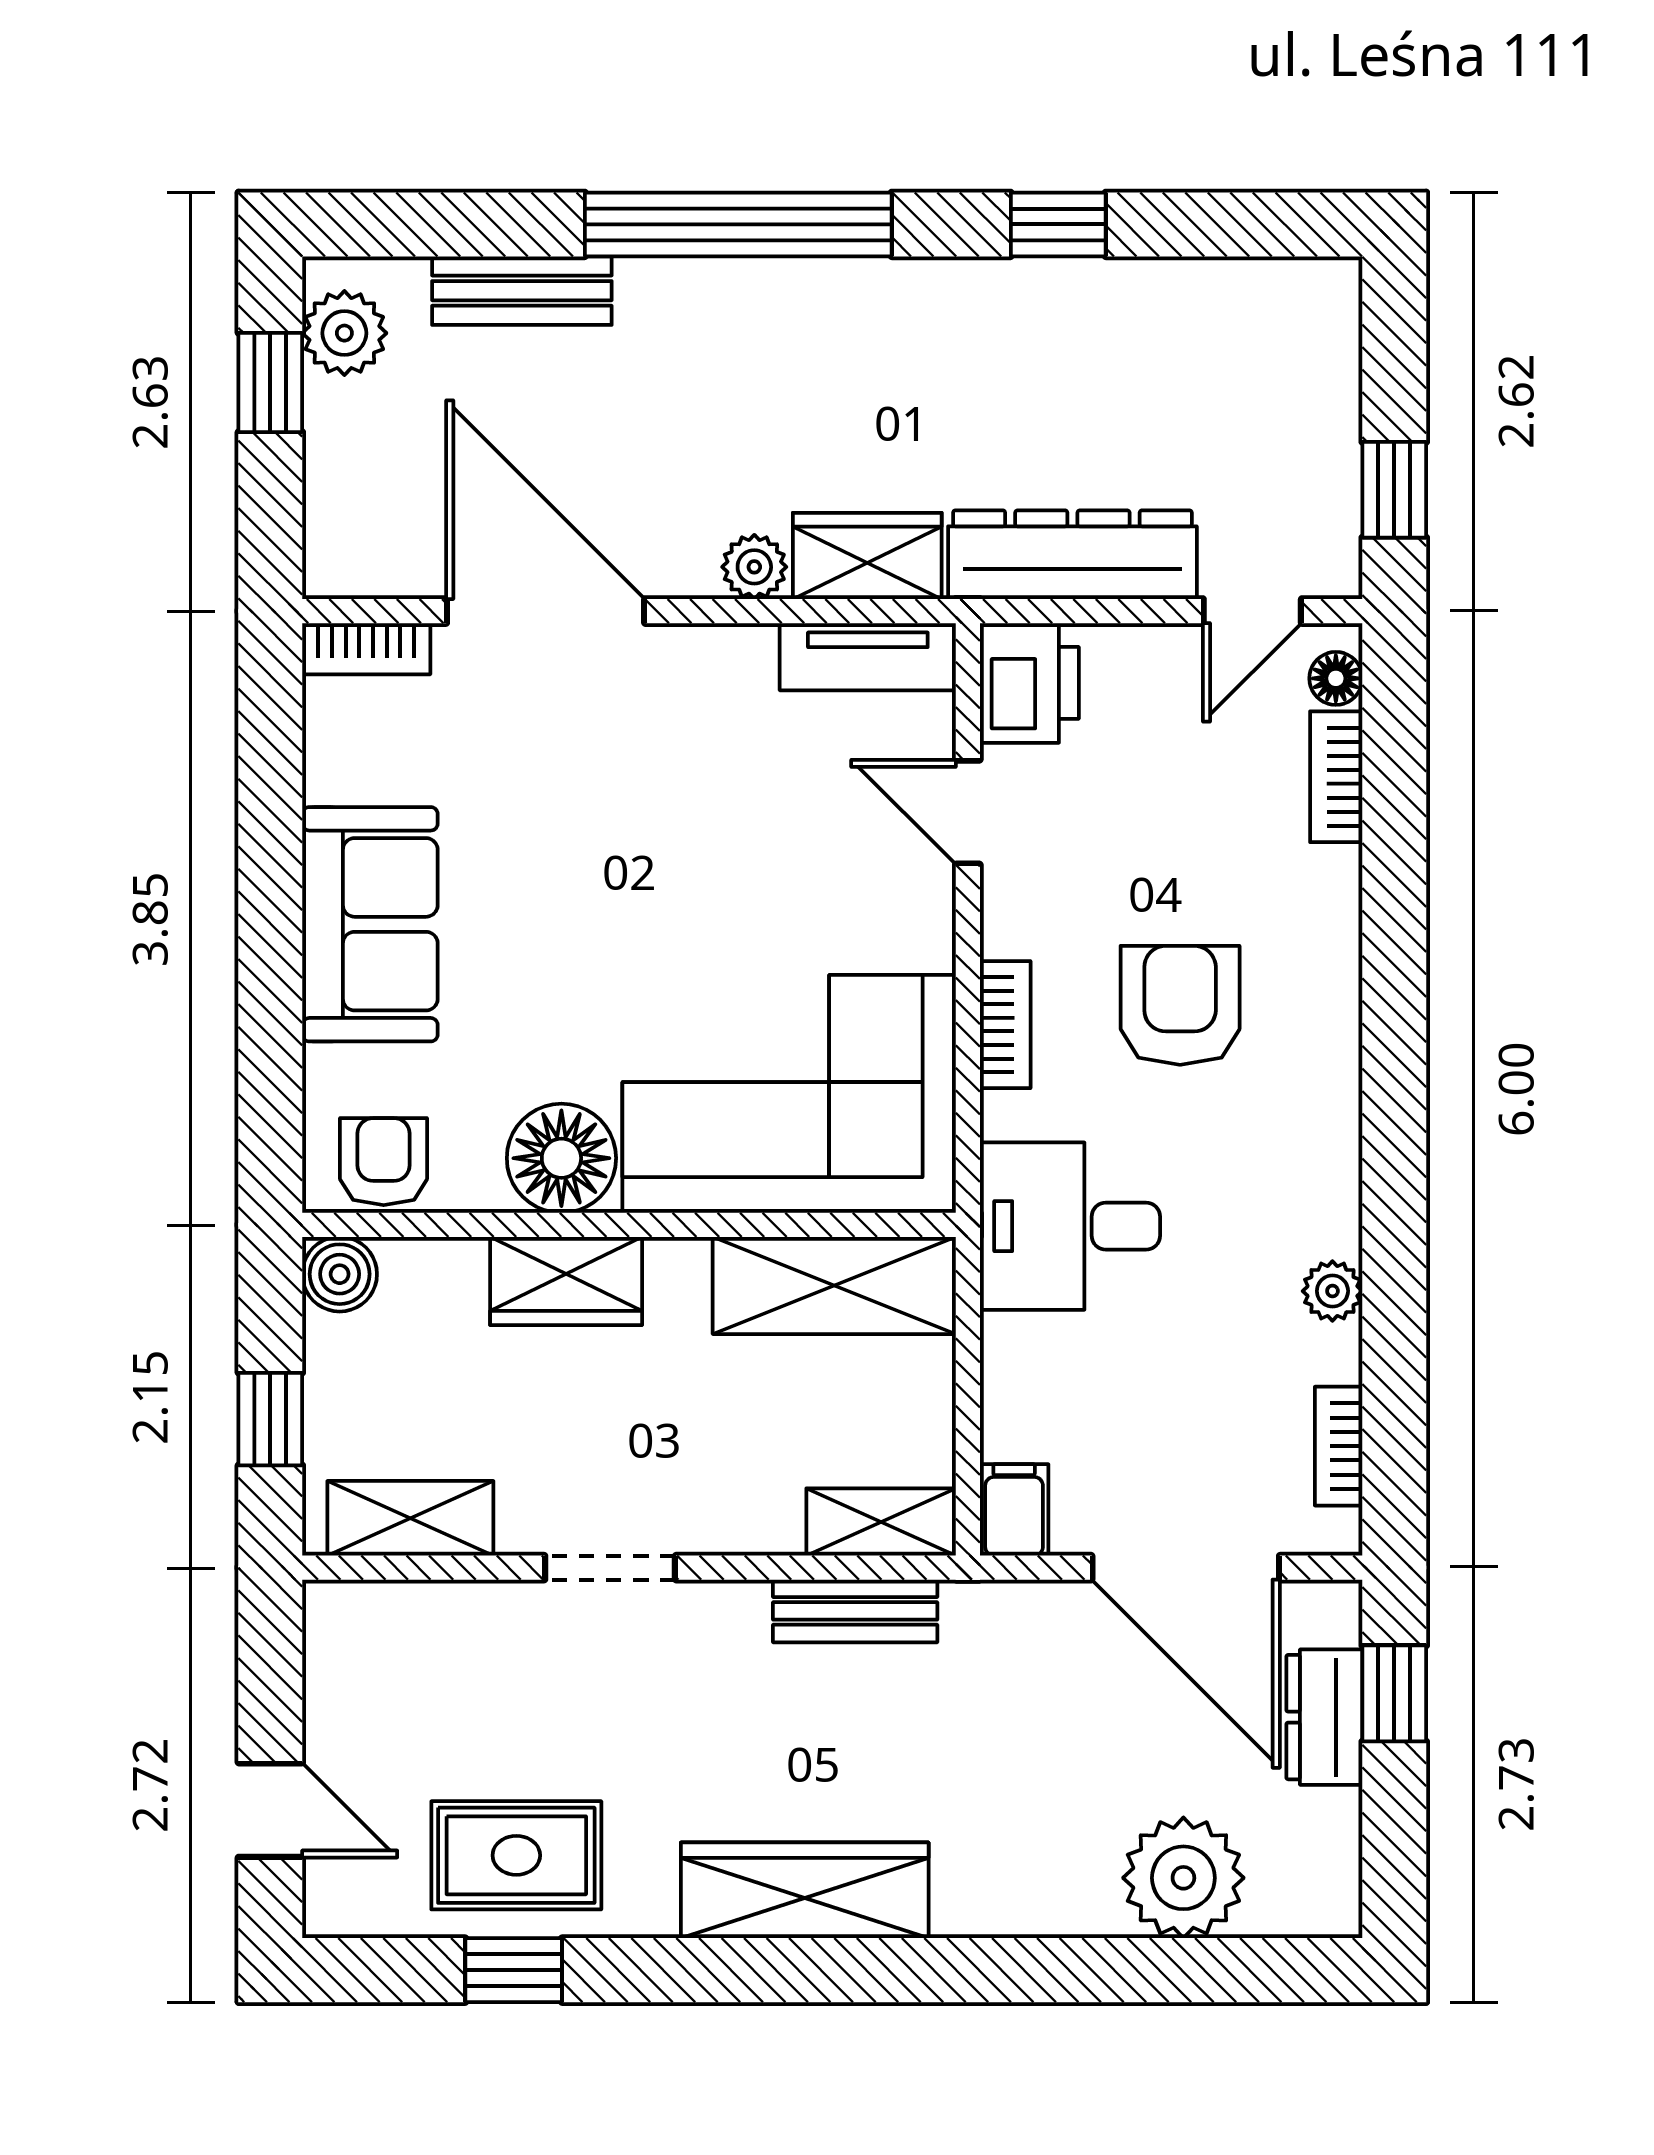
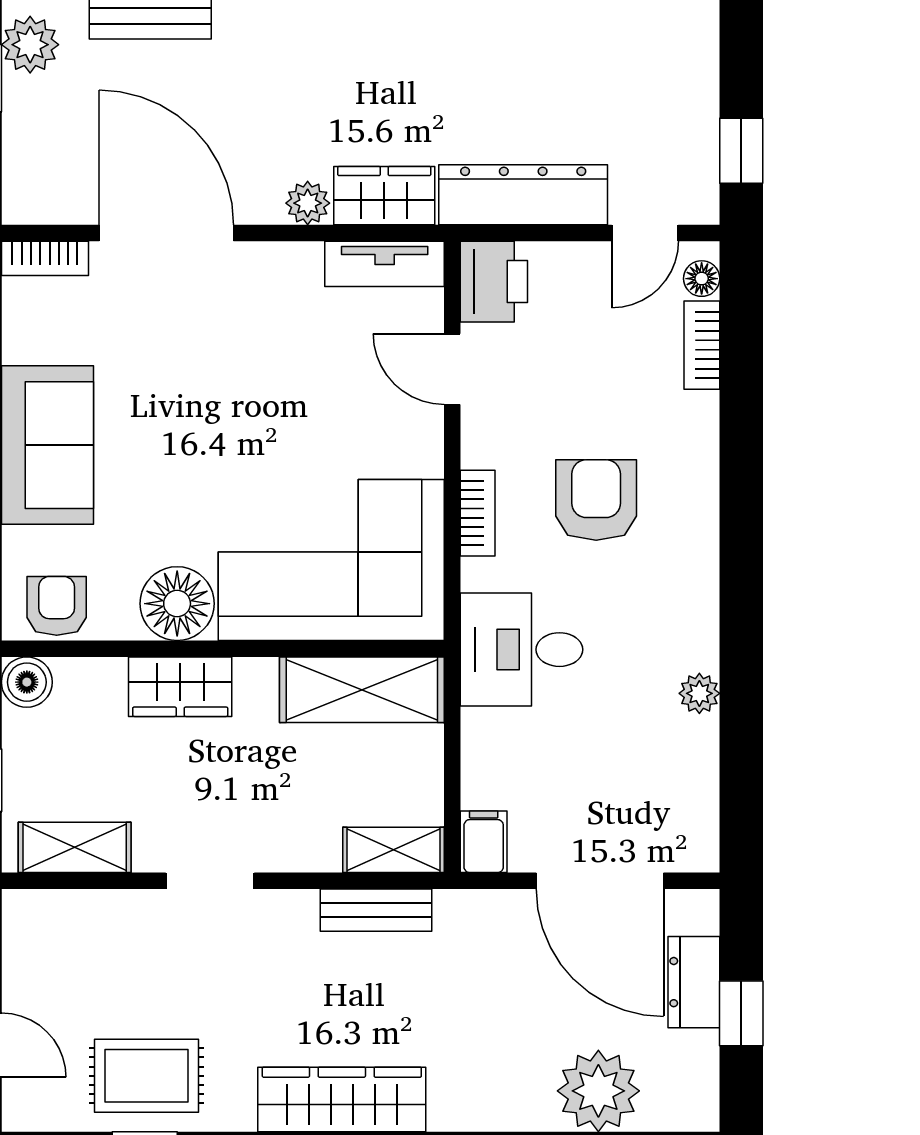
bookcase: (1339, 1446) -> (703, 799), removed
window: (1394, 1693) -> (741, 1013), moved

